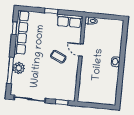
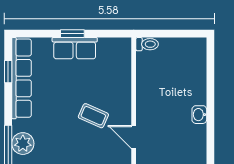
row of seats: (69, 21) -> (75, 48), moved
door: (81, 50) -> (134, 137), moved

